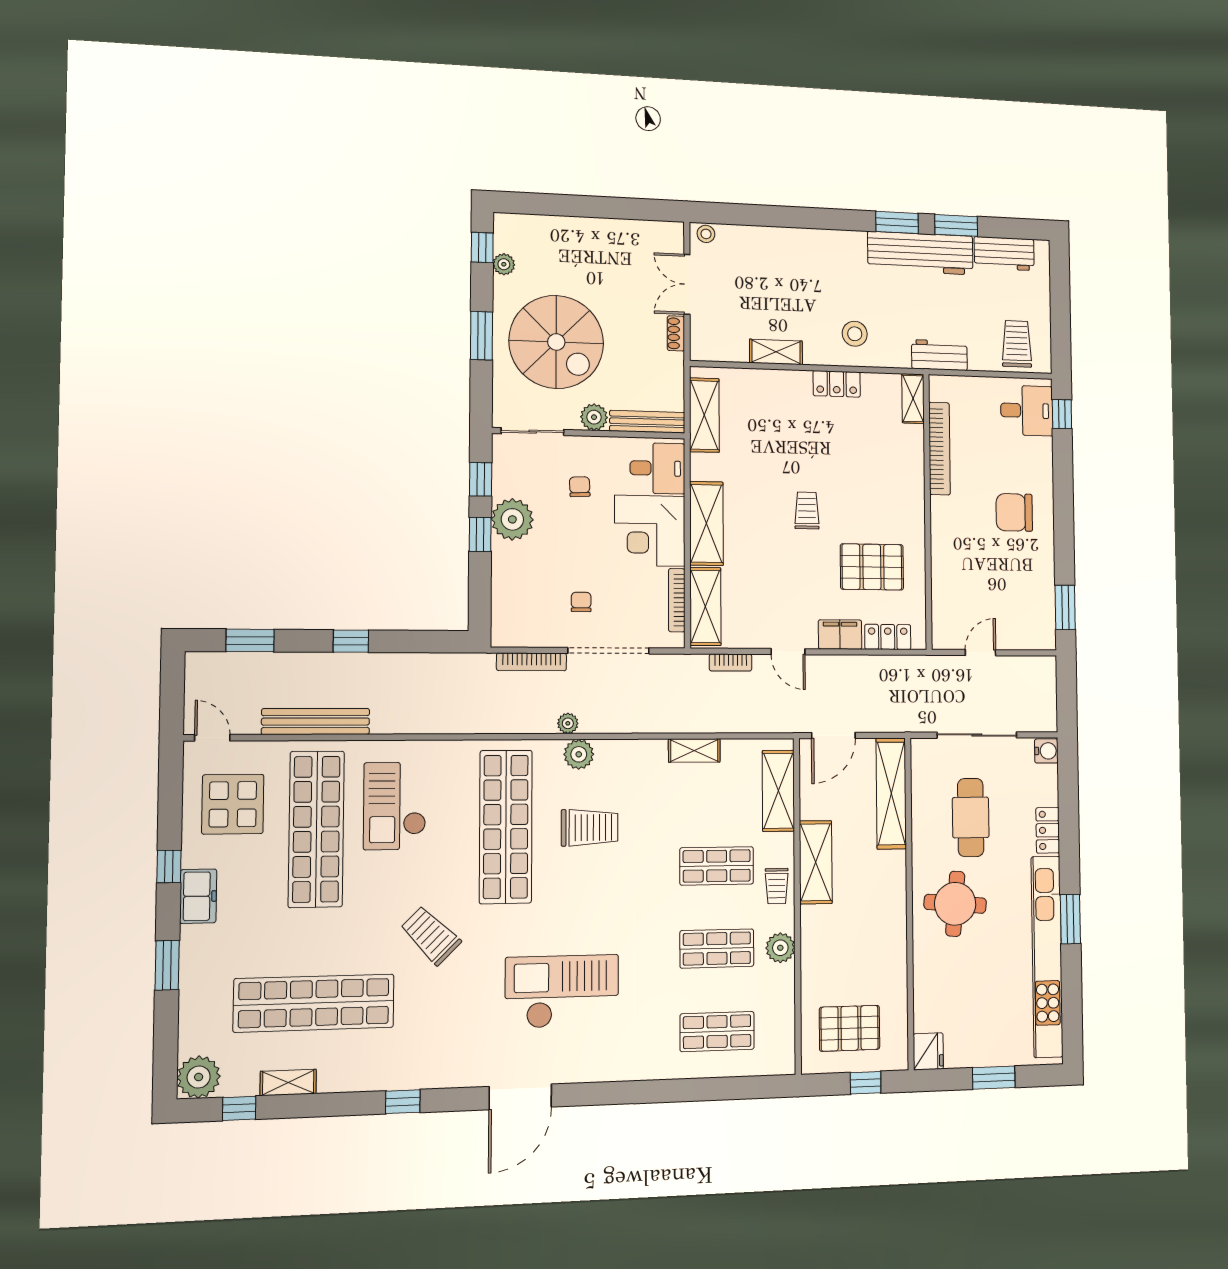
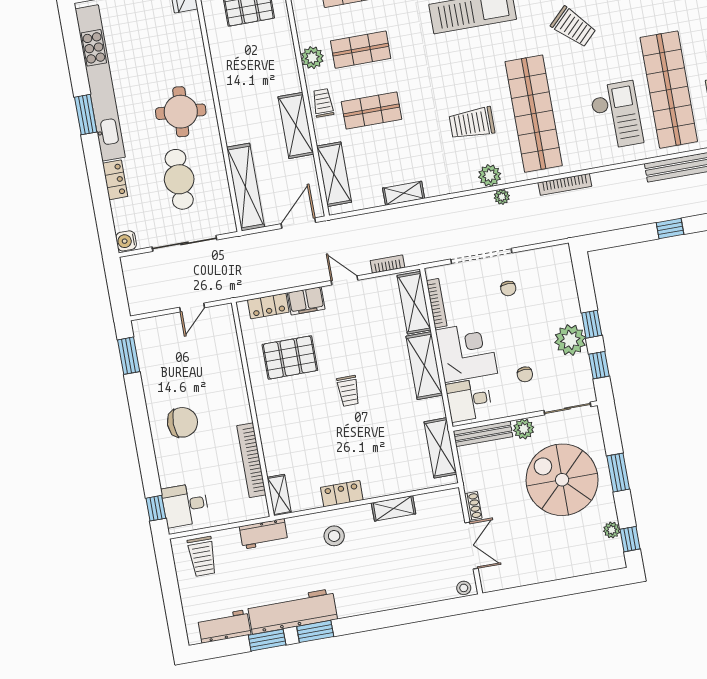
bookcase: (532, 662) -> (565, 184), moved, turned 180

